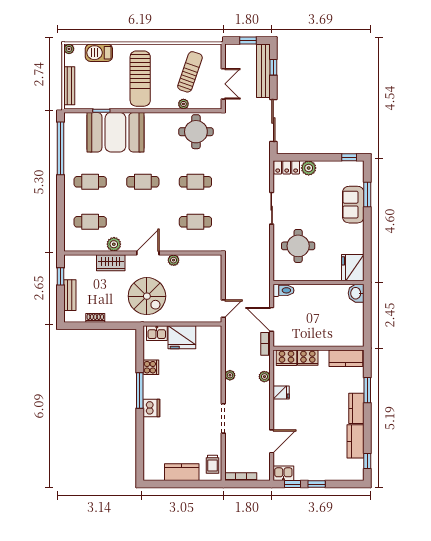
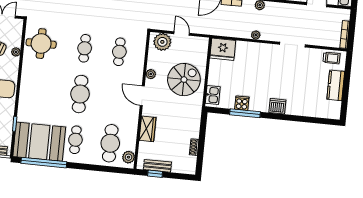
booth: (115, 132) -> (39, 142), moved, turned 90
cafe table: (143, 182) -> (80, 94), width x1.37, depth x1.35
cafe table: (90, 222) -> (110, 143), width x1.37, depth x1.35
plant: (114, 244) -> (129, 157), moved
plant: (212, 270) -> (162, 42), added
bench: (70, 295) -> (157, 166), moved
spiral stairs: (147, 296) -> (184, 80), moved
door: (223, 309) -> (182, 34), moved
fridge: (182, 337) -> (223, 49), moved, turned 90
window: (140, 391) -> (245, 113), moved

